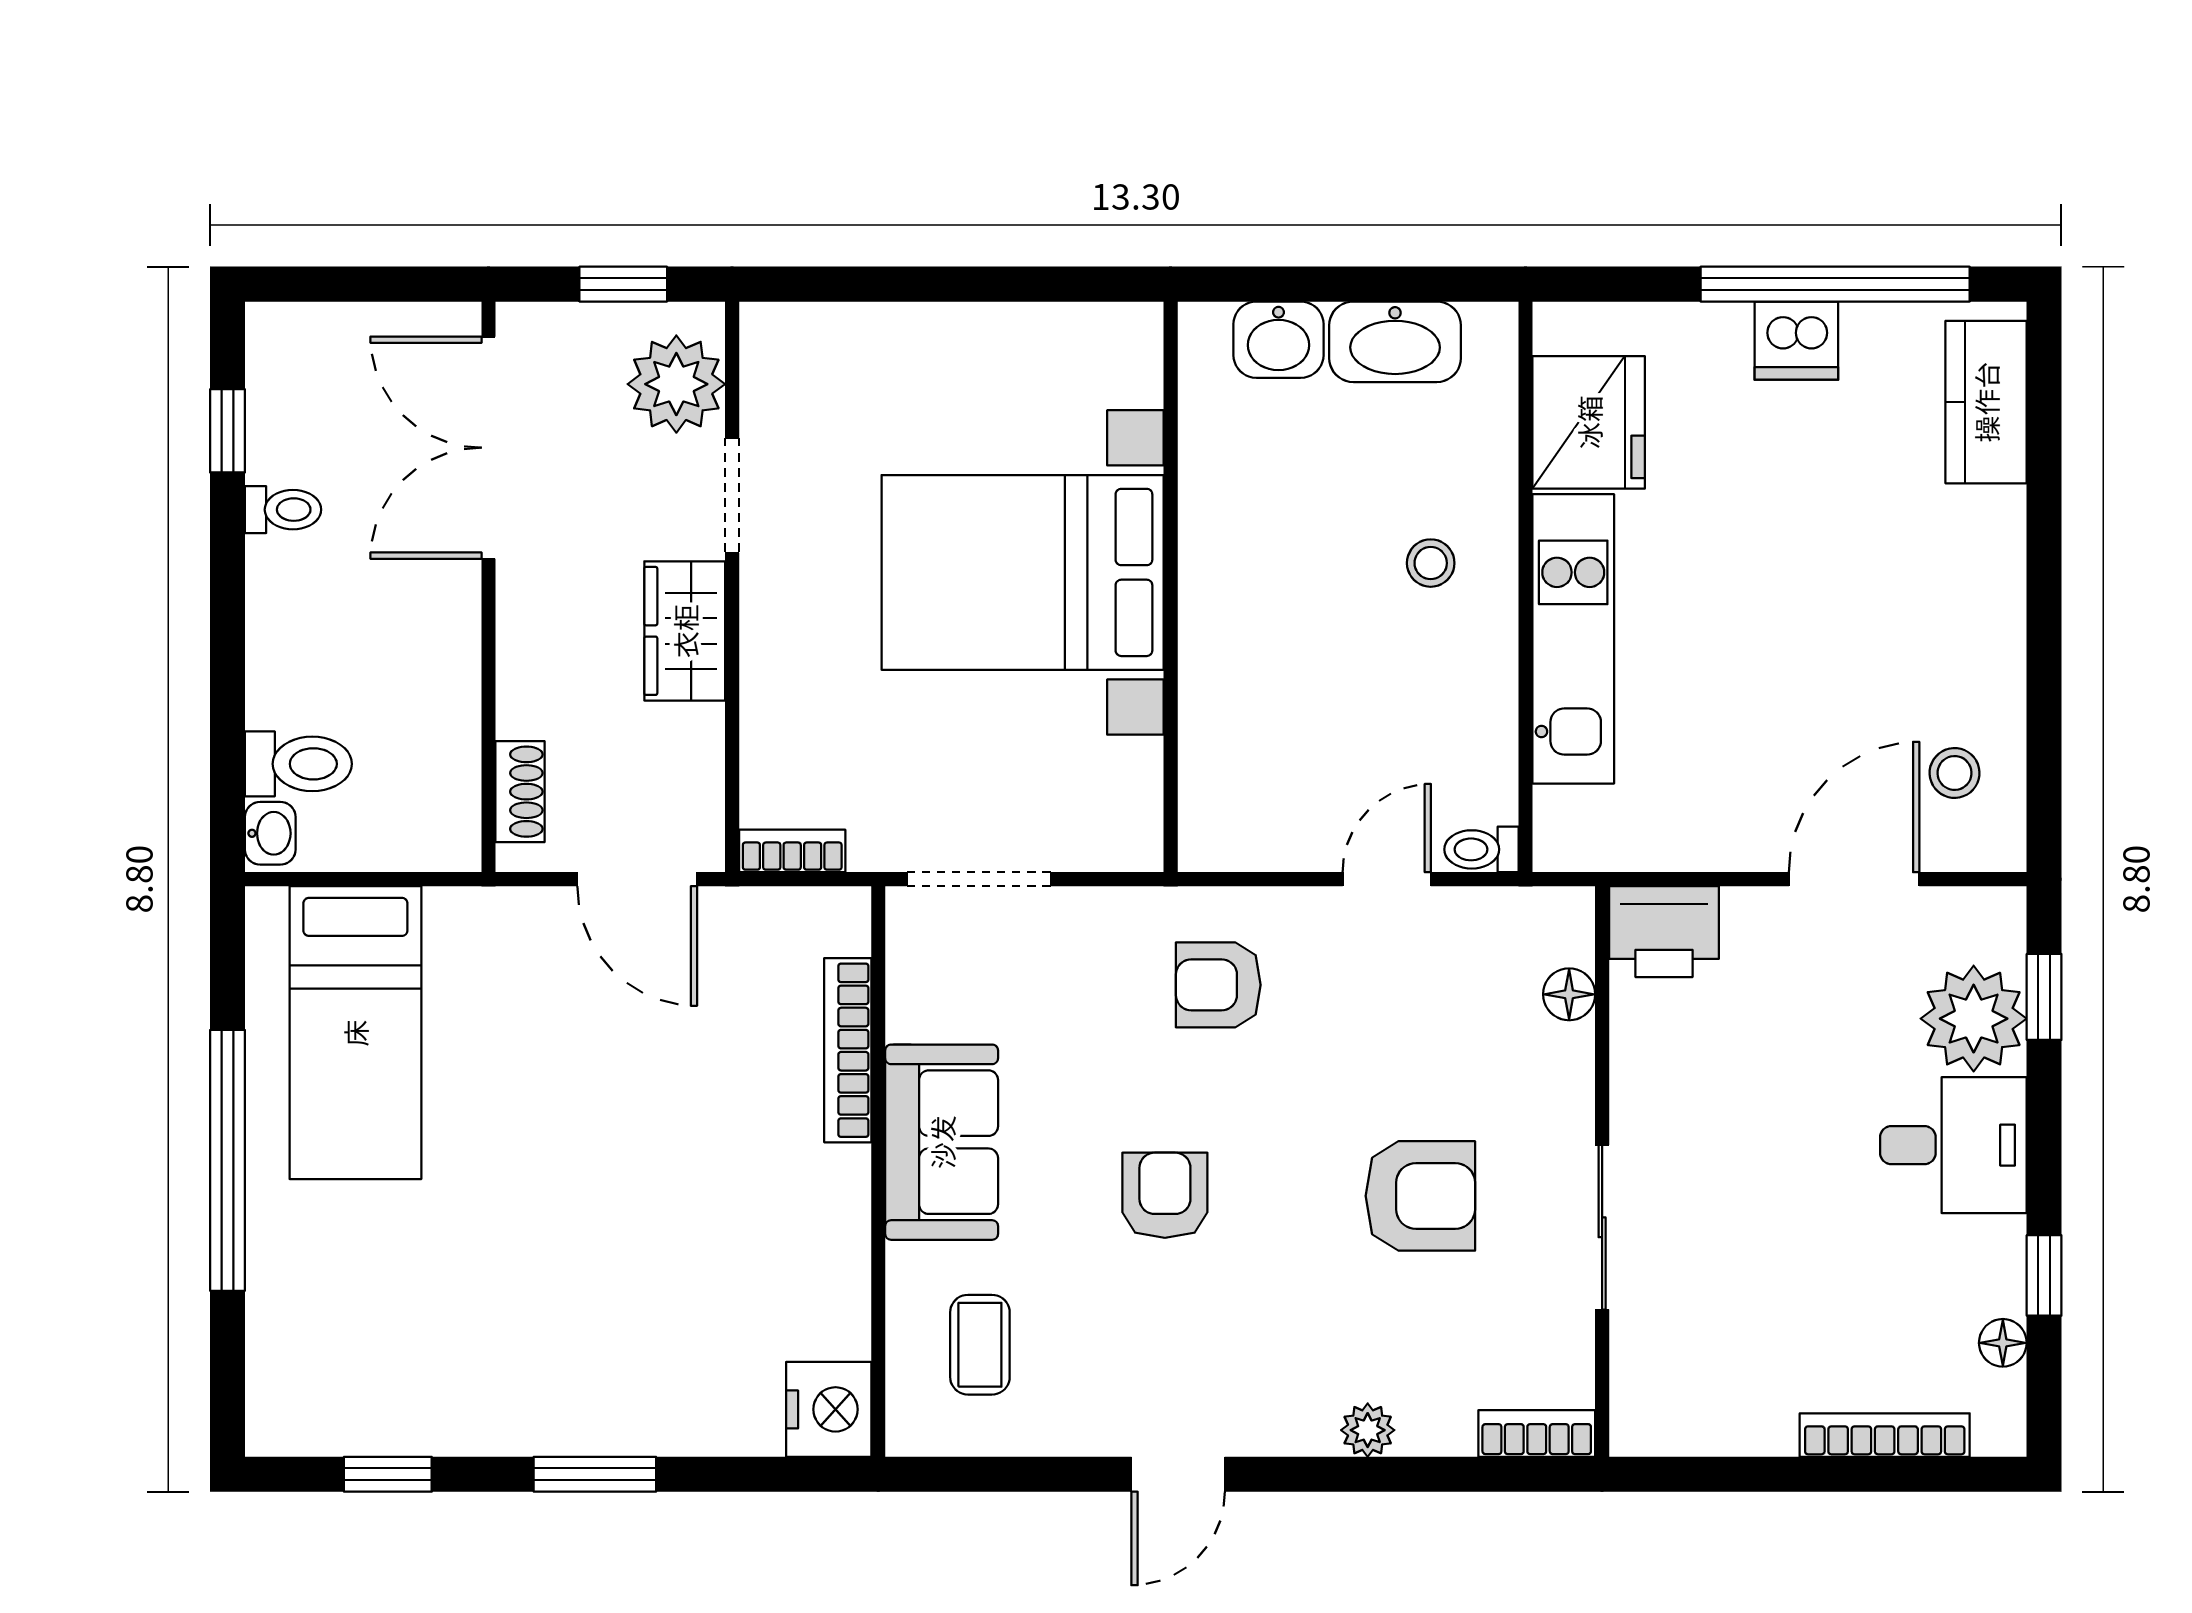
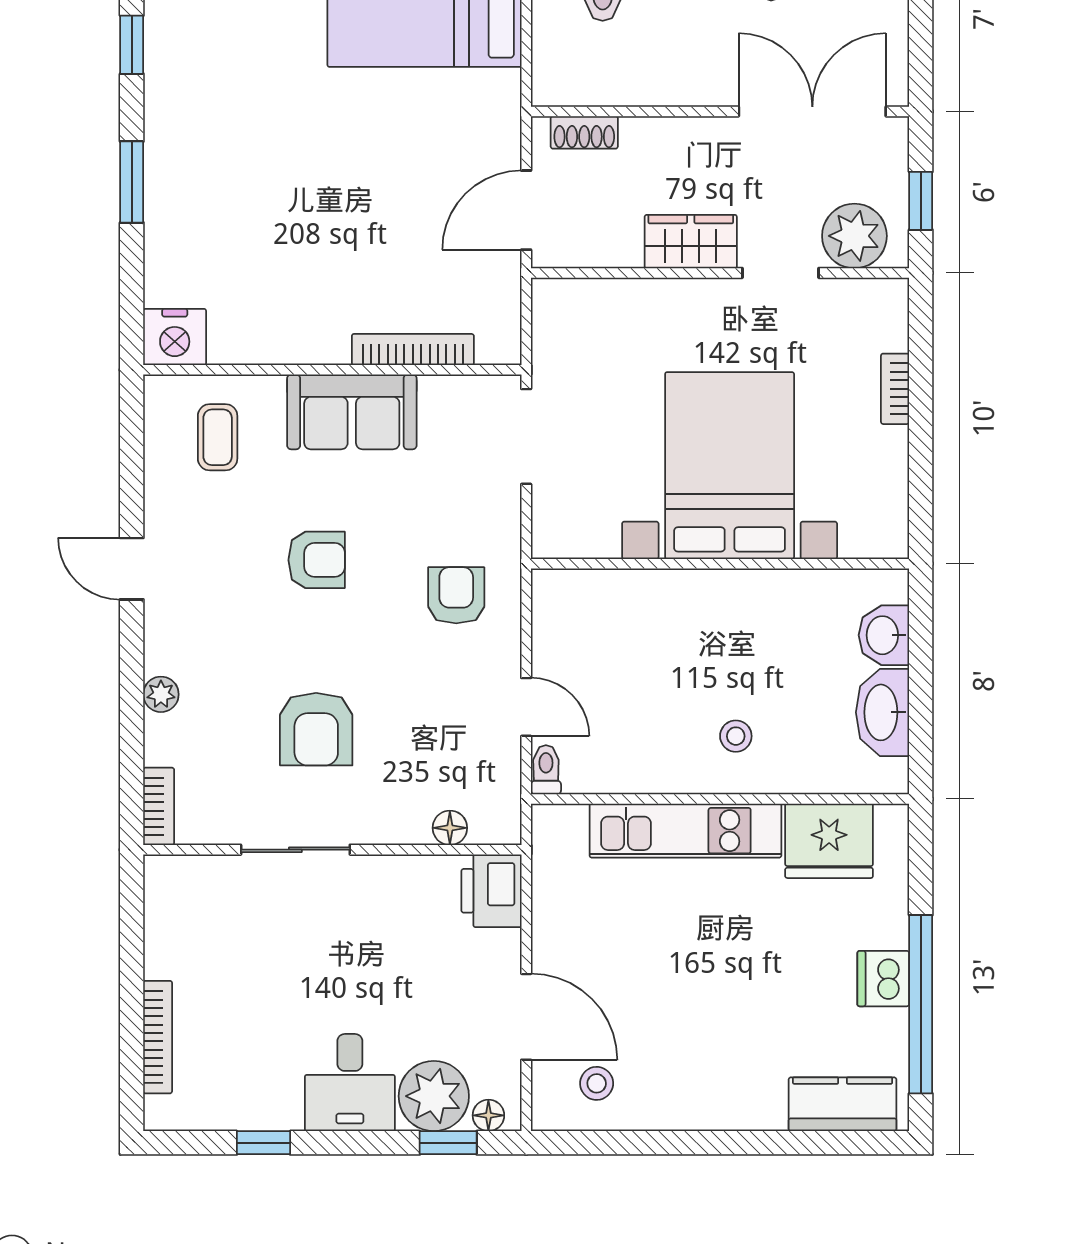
bookcase: (792, 851) -> (895, 389), moved, turned 180
floor lamp: (2003, 1343) -> (488, 1115), moved
coffee table: (980, 1345) -> (218, 437), turned 90

